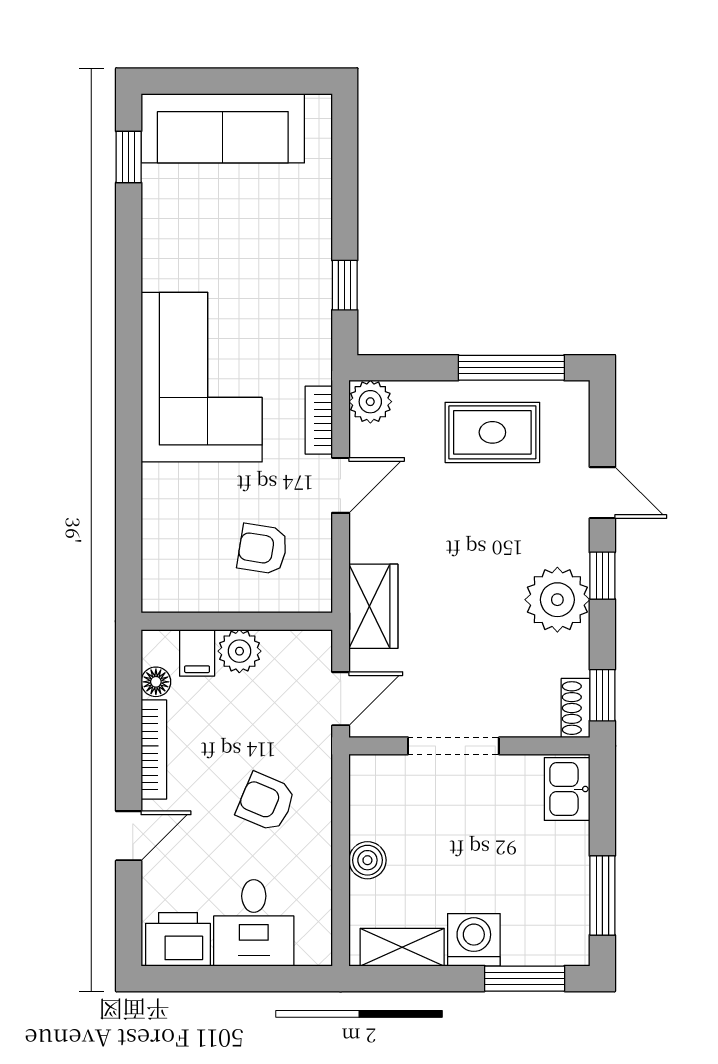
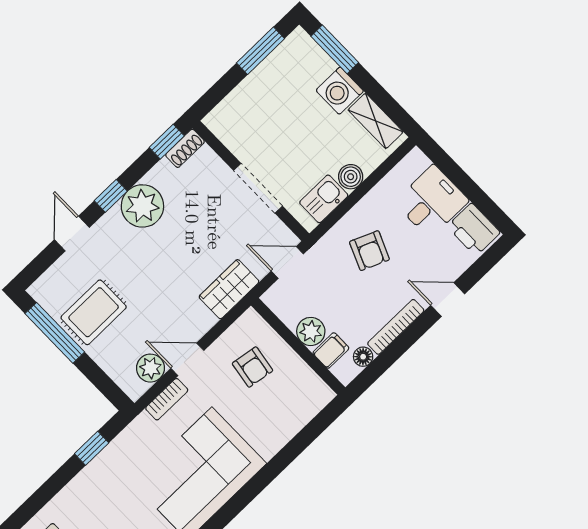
plant: (370, 402) -> (150, 368), moved
rug: (492, 432) -> (94, 312), turned 90
kitchen sink: (567, 789) -> (324, 199), moved, turned 180

